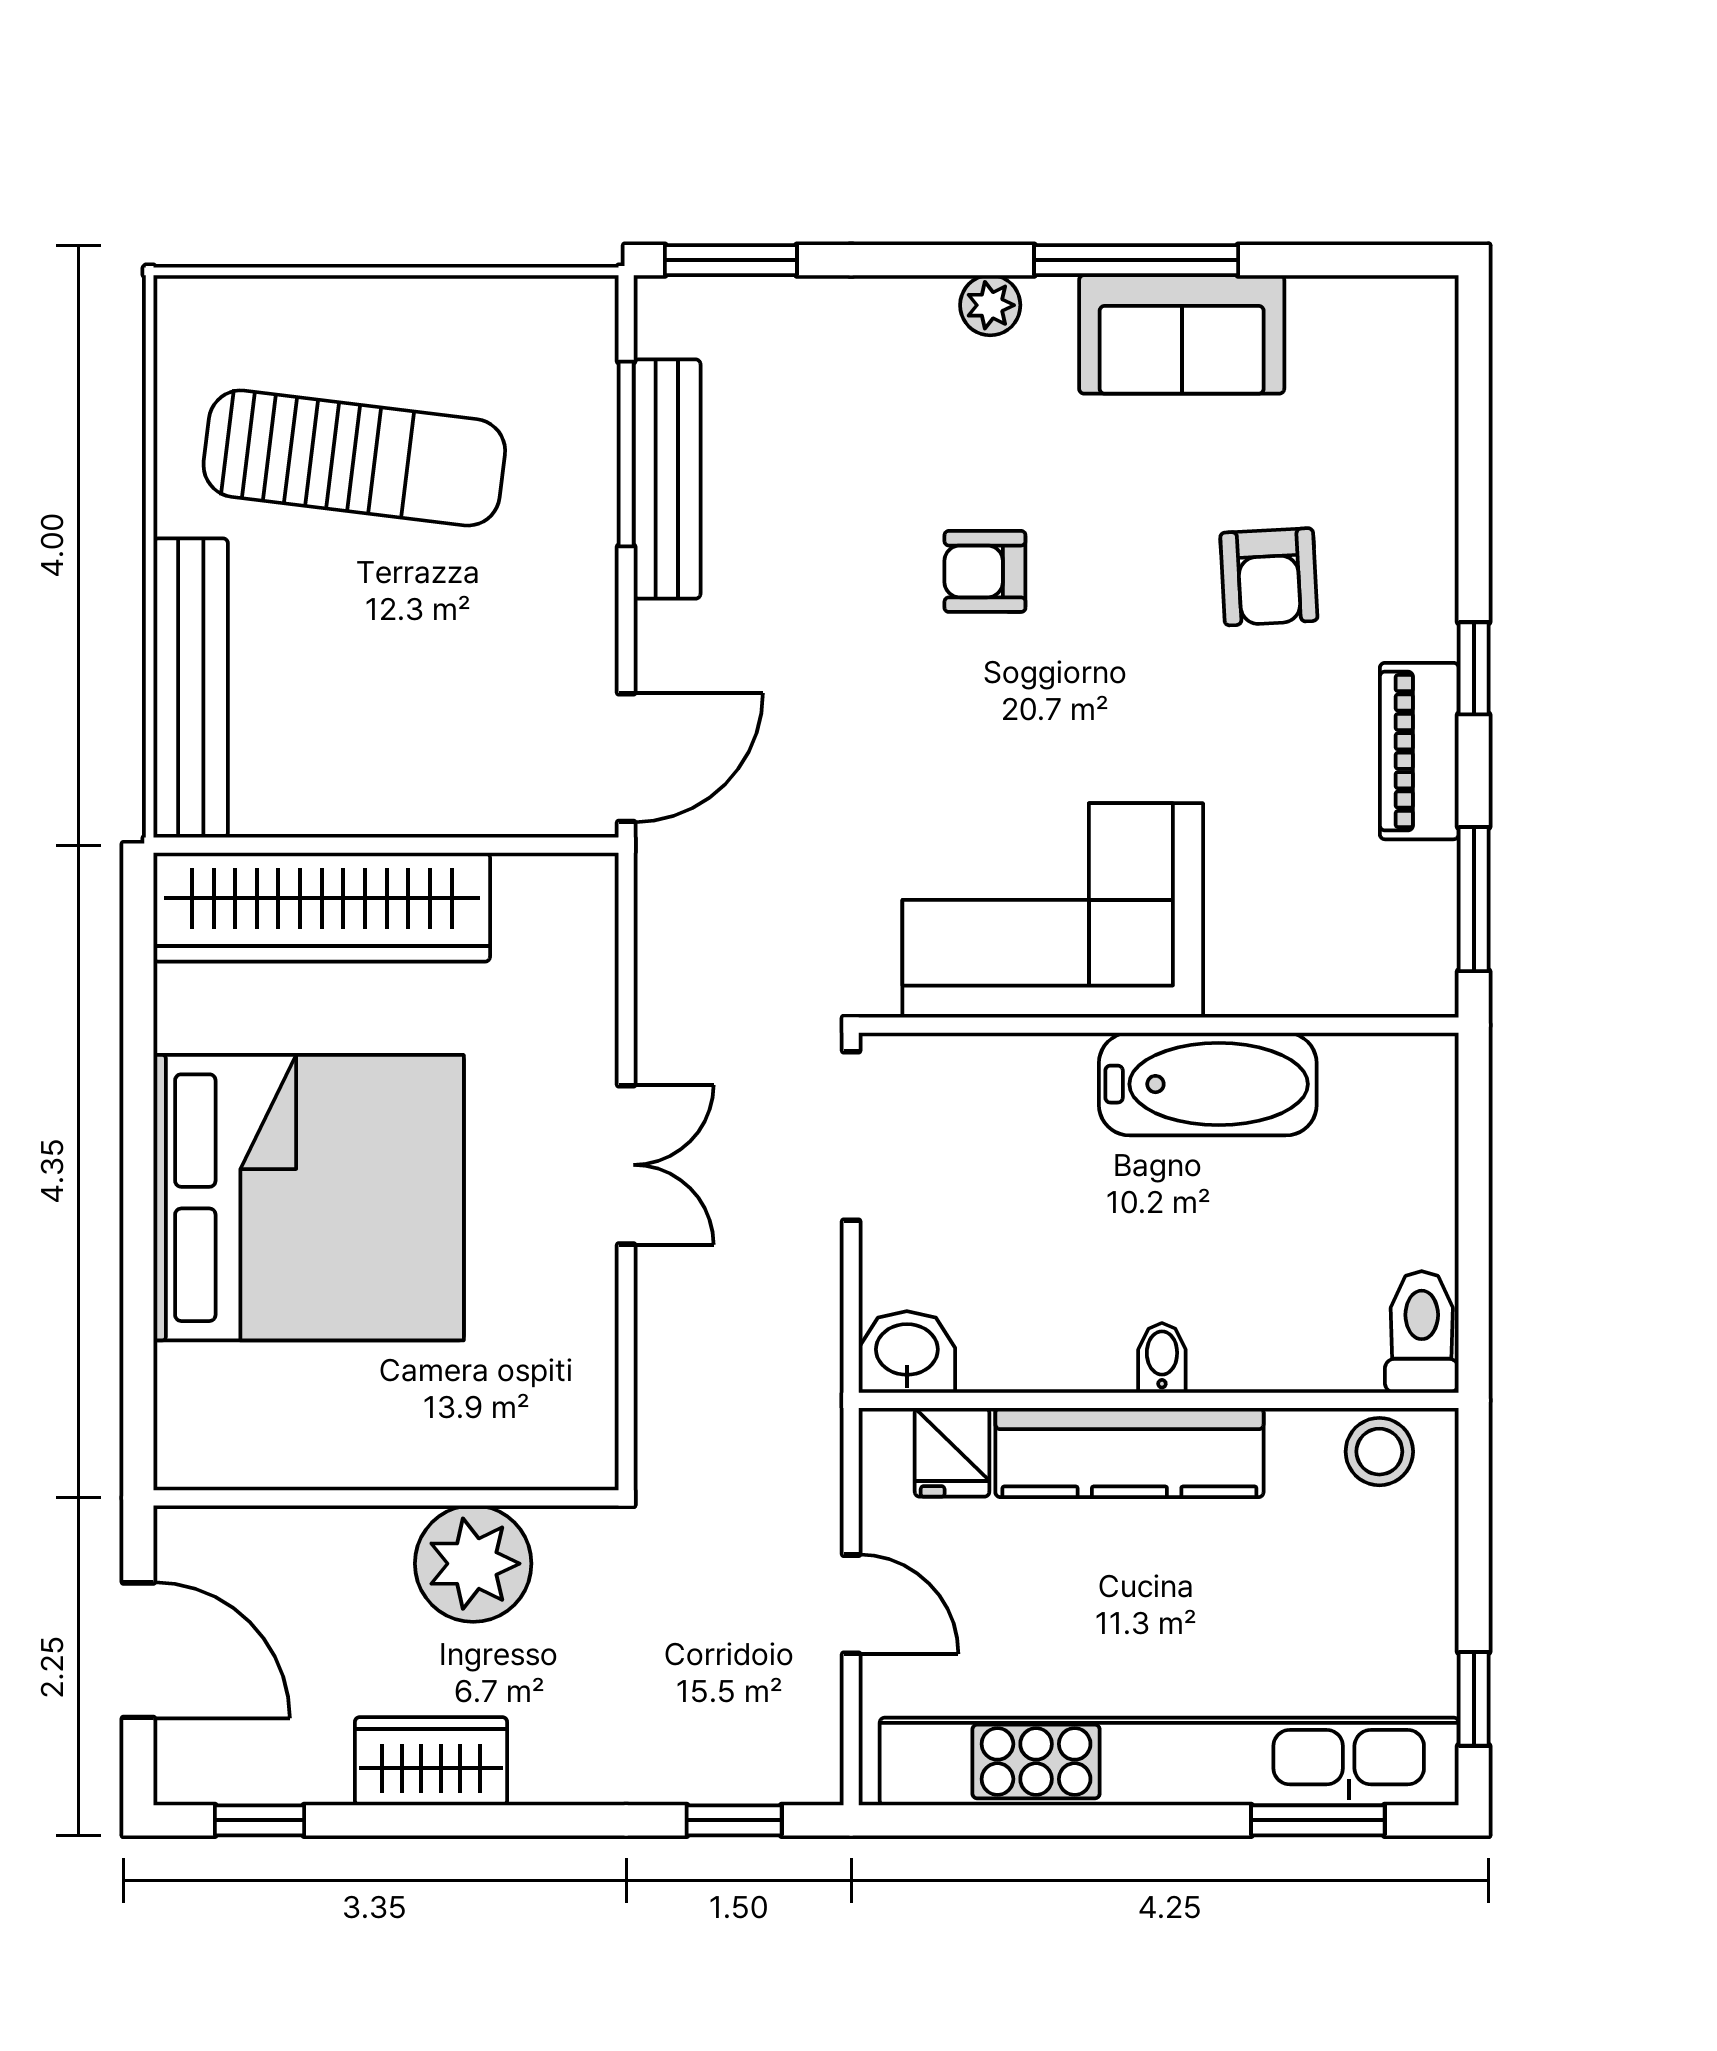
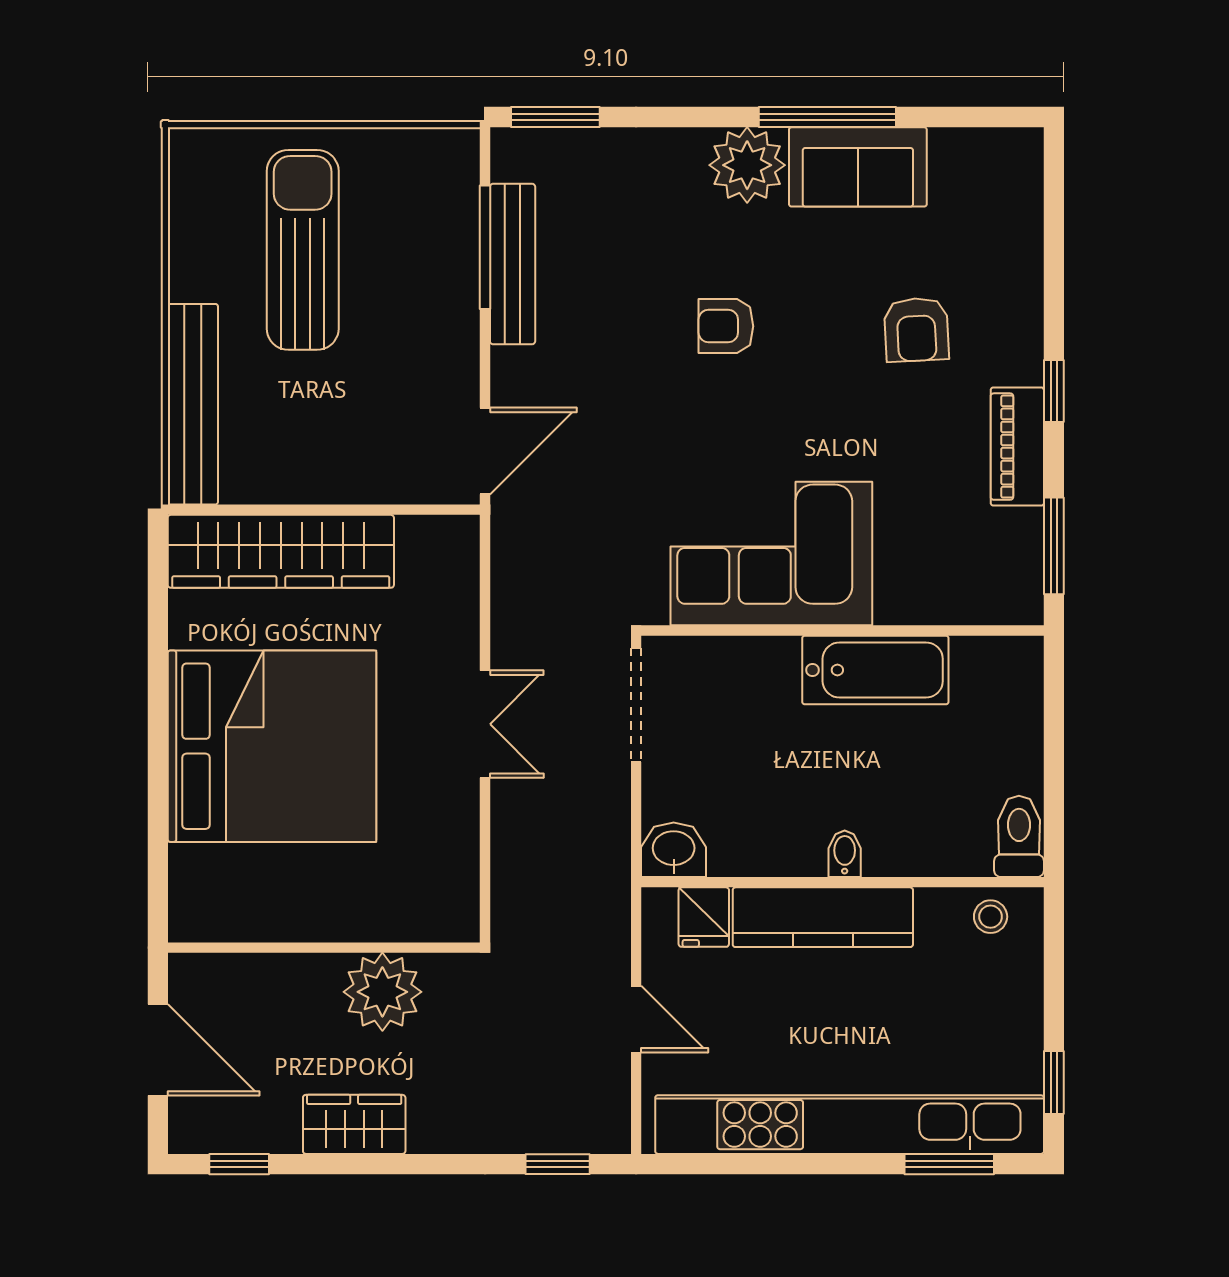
plant: (990, 305) -> (747, 165), width x1.88, depth x1.88
sun lounger: (354, 458) -> (303, 250), turned -97
stool: (1379, 1452) -> (991, 917), width x0.73, depth x0.73

